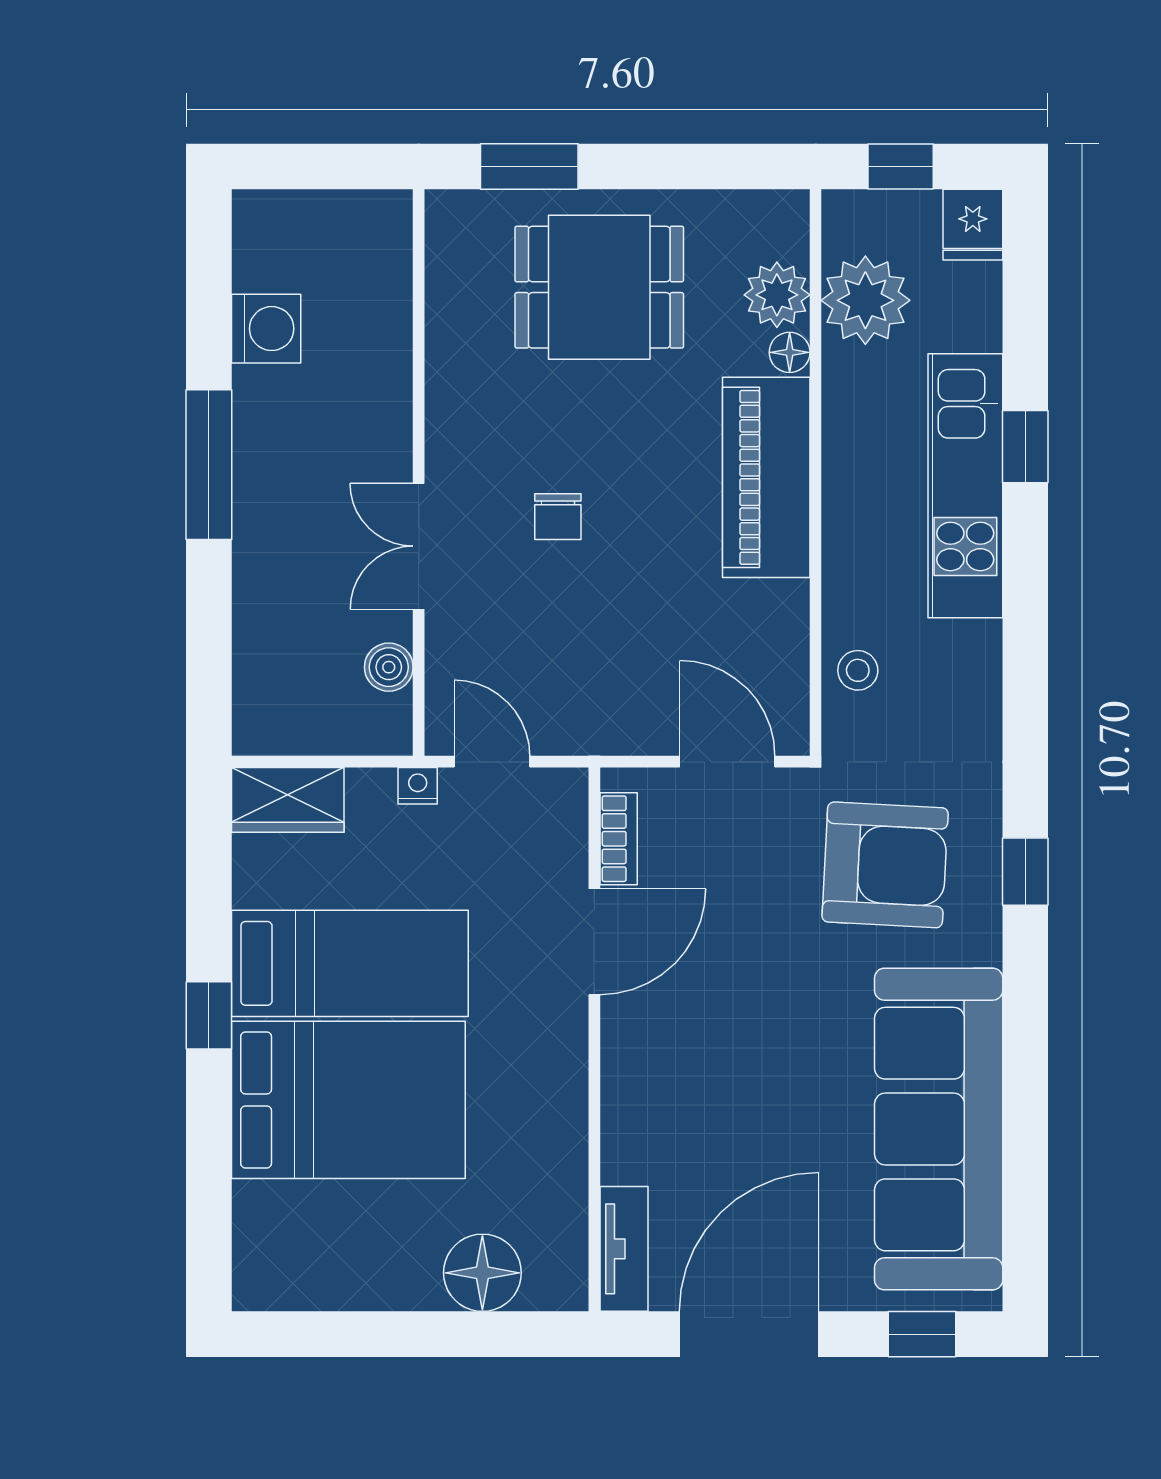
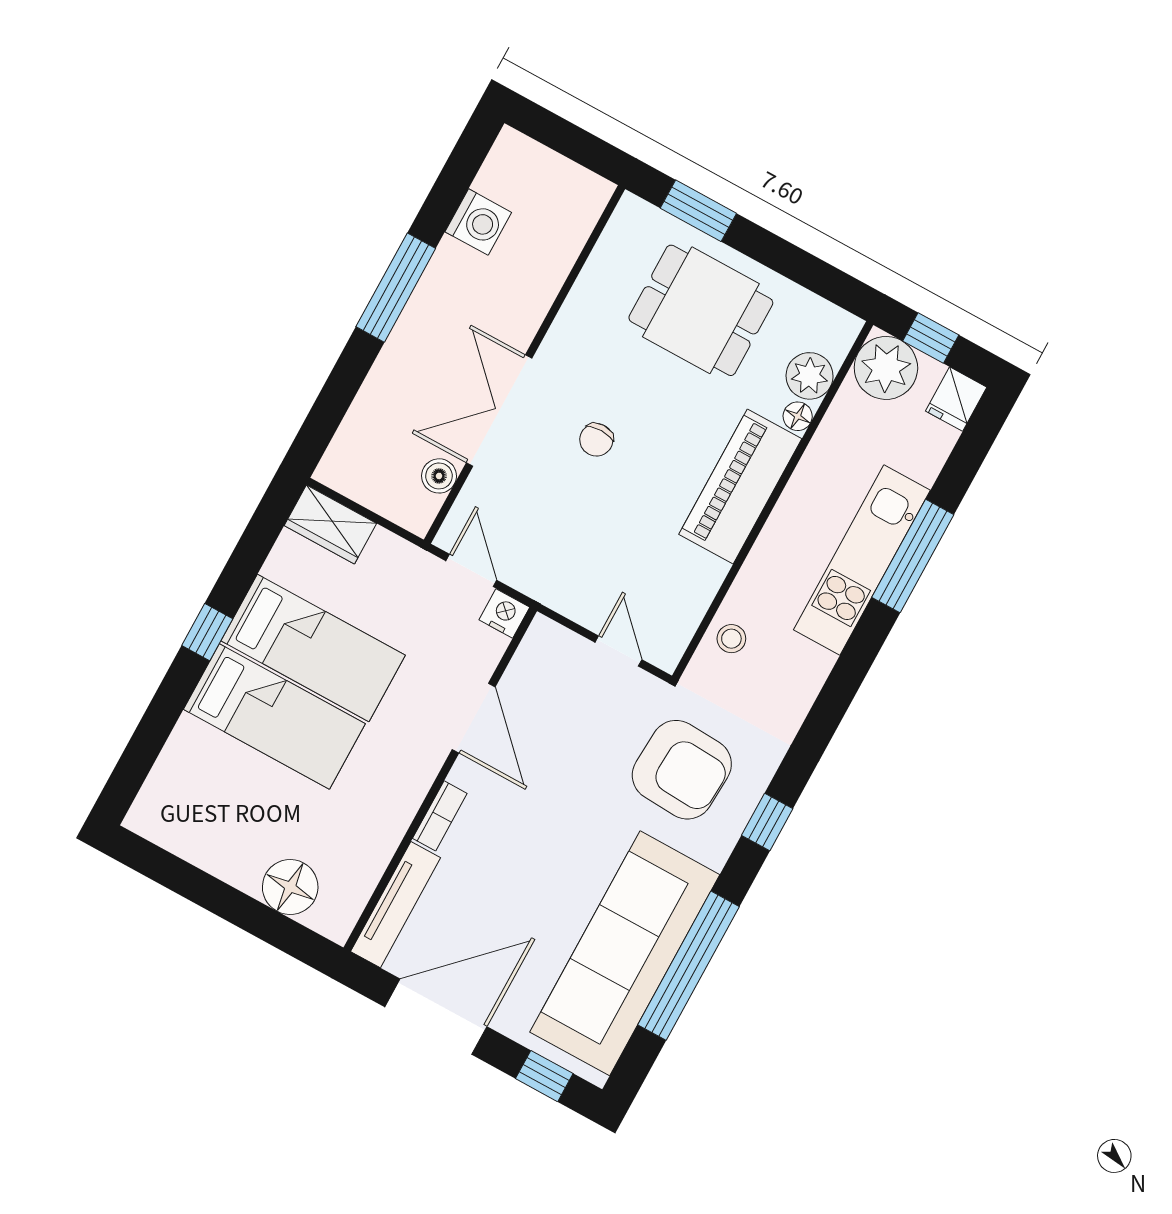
plant: (865, 300) -> (886, 368), moved
window: (1025, 447) -> (913, 556), width x2.17
double door: (419, 546) -> (499, 411), width x1.37
door: (727, 762) -> (618, 651), width x0.73
nightstand: (418, 786) -> (504, 613), moved, width x1.39, depth x1.35
bookcase: (619, 839) -> (440, 816), moved
door: (594, 942) -> (474, 718), hinge flipped
bed: (348, 1100) -> (274, 716), width x0.67
window: (1025, 1101) -> (689, 966), added
tv unit: (624, 1249) -> (396, 905), width x1.41

